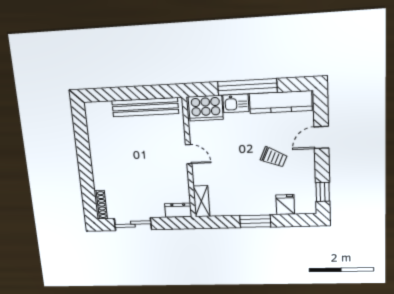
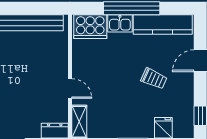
door: (189, 154) -> (70, 89), moved

